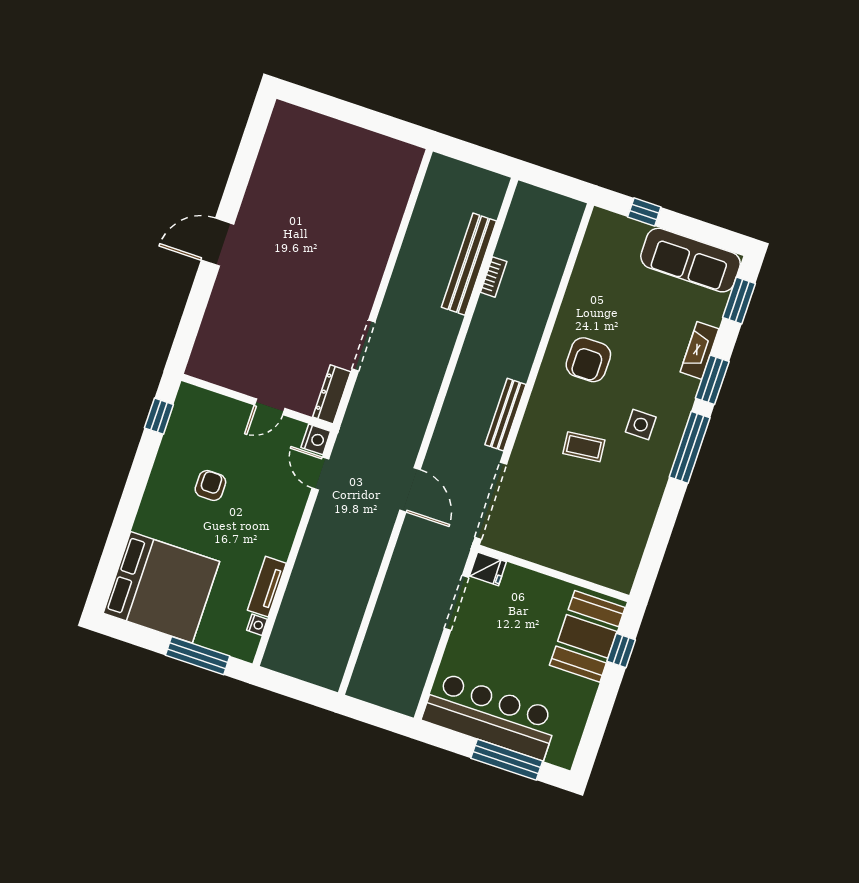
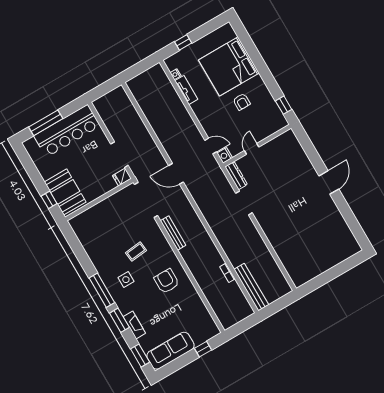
bench: (469, 264) -> (251, 287), moved
bed: (161, 587) -> (229, 66), moved
window: (198, 656) -> (183, 42), width x0.46

